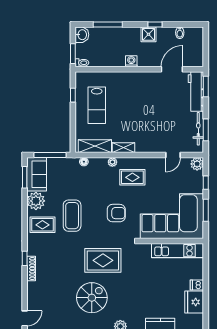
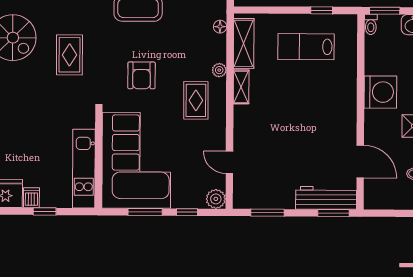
washing machine: (131, 61) -> (380, 92), width x1.89, depth x1.89
bicycle: (198, 129) -> (269, 201), removed
rug: (103, 260) -> (69, 55), width x0.73, depth x0.70
window: (206, 276) -> (45, 211), added

